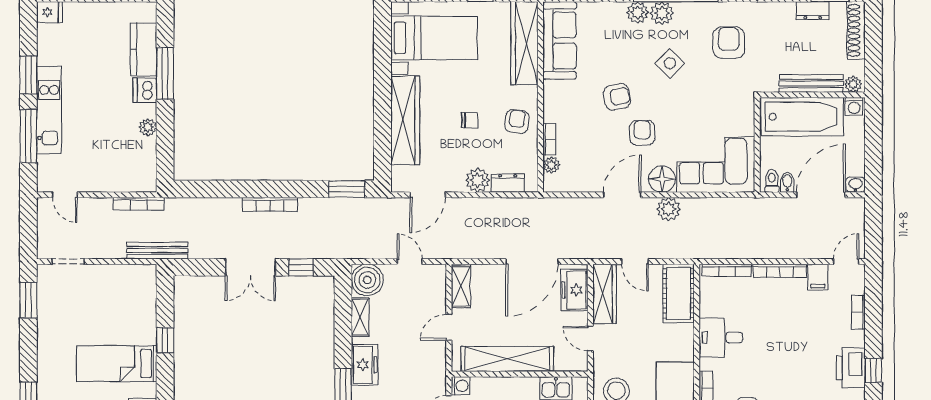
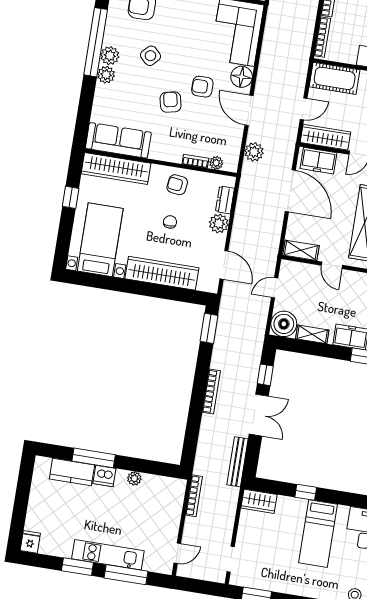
plant: (668, 209) -> (254, 152), moved
bench: (157, 250) -> (237, 462), moved
wardrobe: (145, 285) -> (259, 501), added

